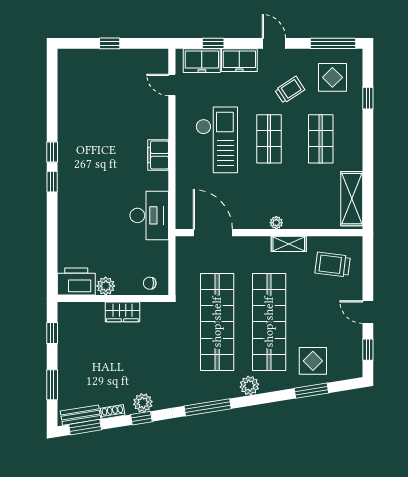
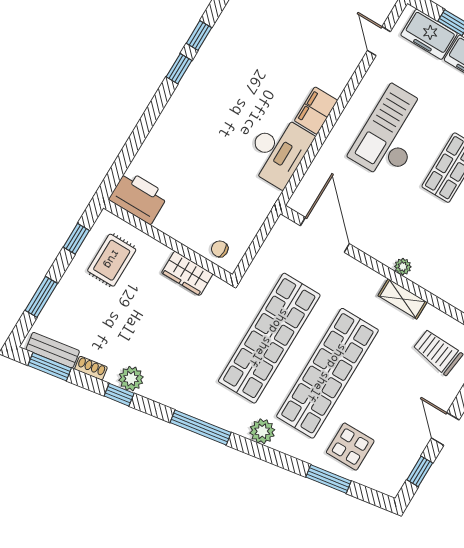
checkout: (217, 140) -> (392, 133), turned 180
desk: (149, 215) -> (278, 151), moved
plant: (106, 286) -> (168, 222), removed
wardrobe: (122, 312) -> (187, 273), moved
rug: (84, 333) -> (112, 260), added

